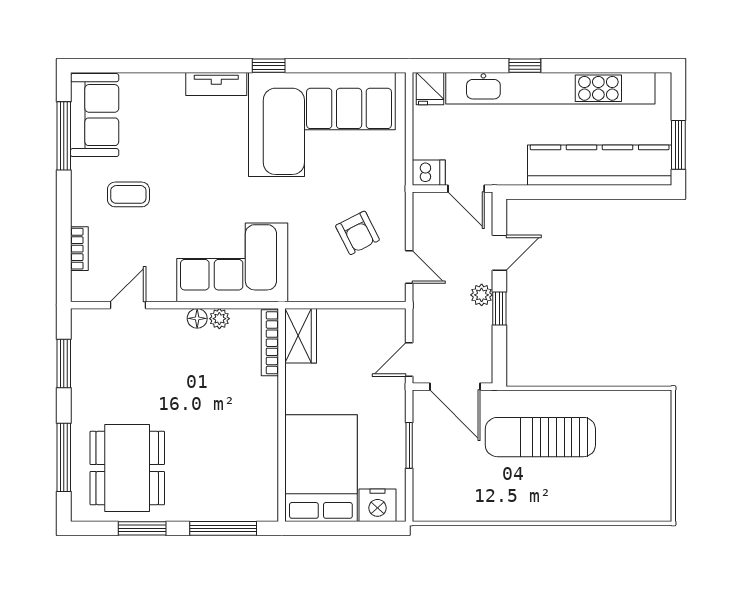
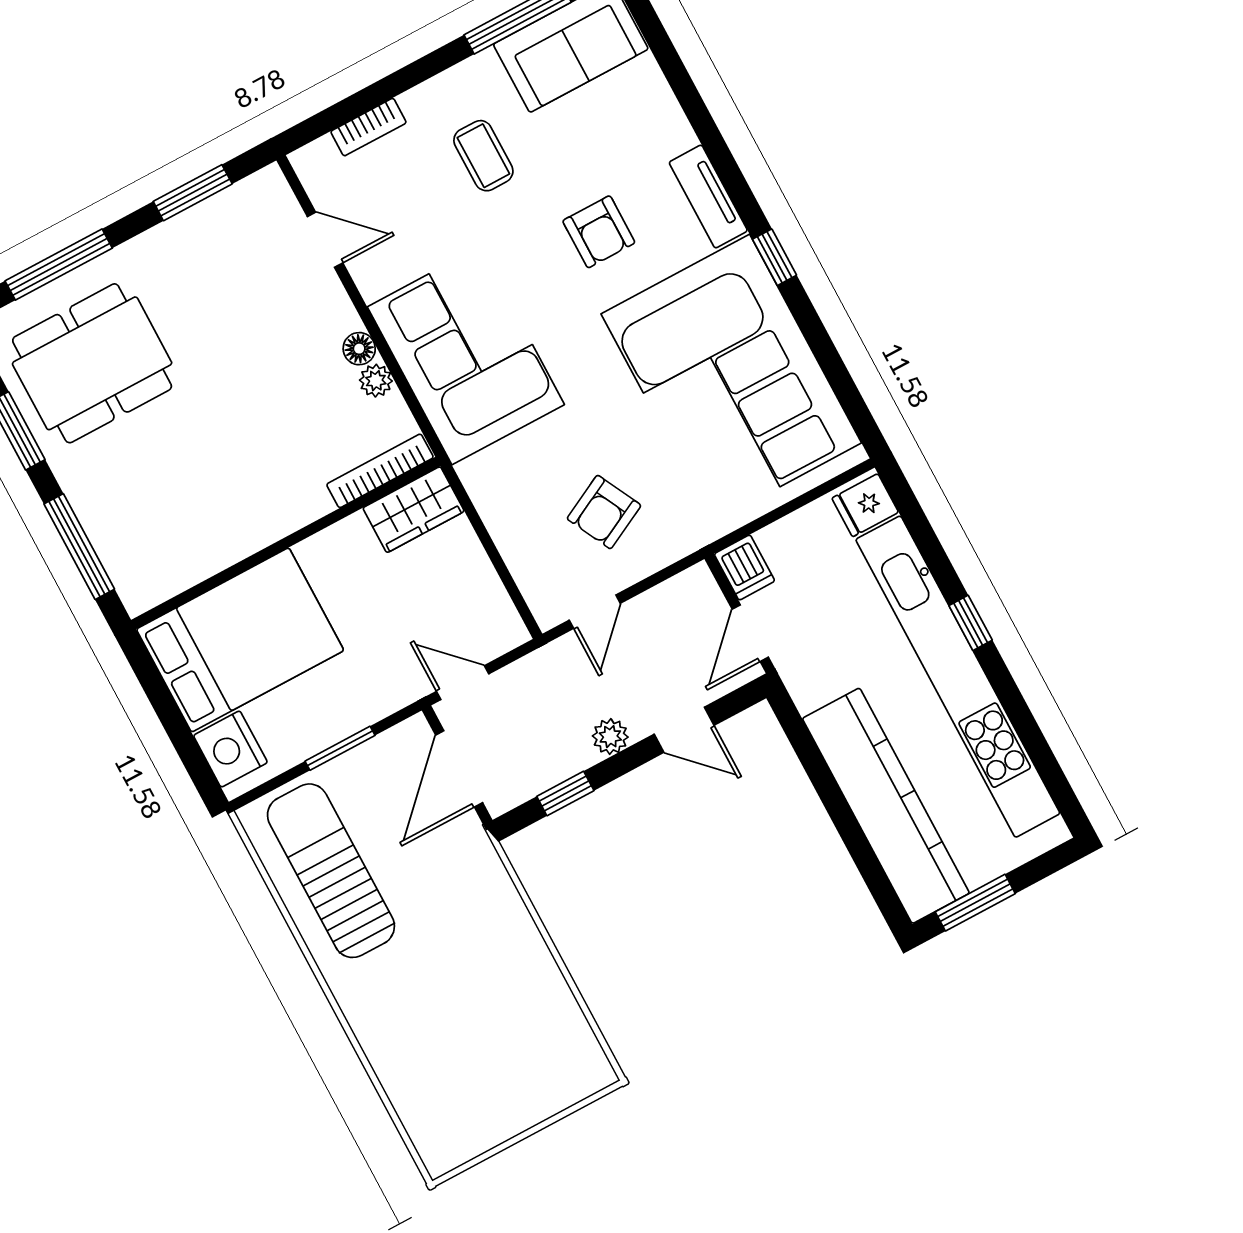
armchair: (204, 154) -> (599, 232), added
window: (499, 308) -> (565, 793), moved
sun lounger: (540, 437) -> (331, 871), moved

